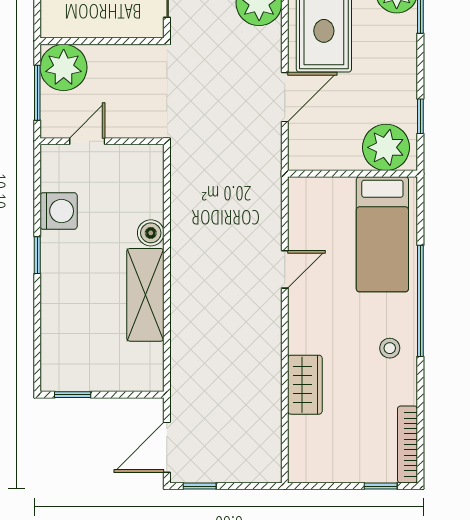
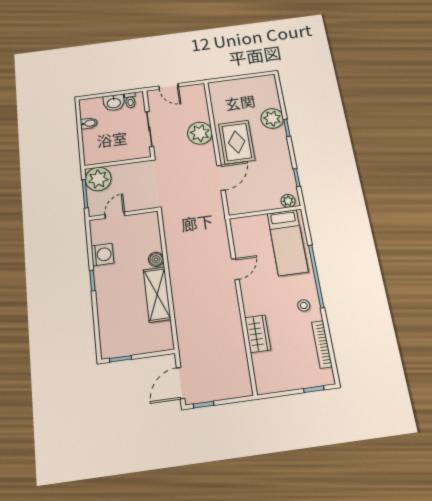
plant: (386, 147) -> (288, 201), width x0.53, depth x0.53
bookcase: (407, 444) -> (322, 344), moved

